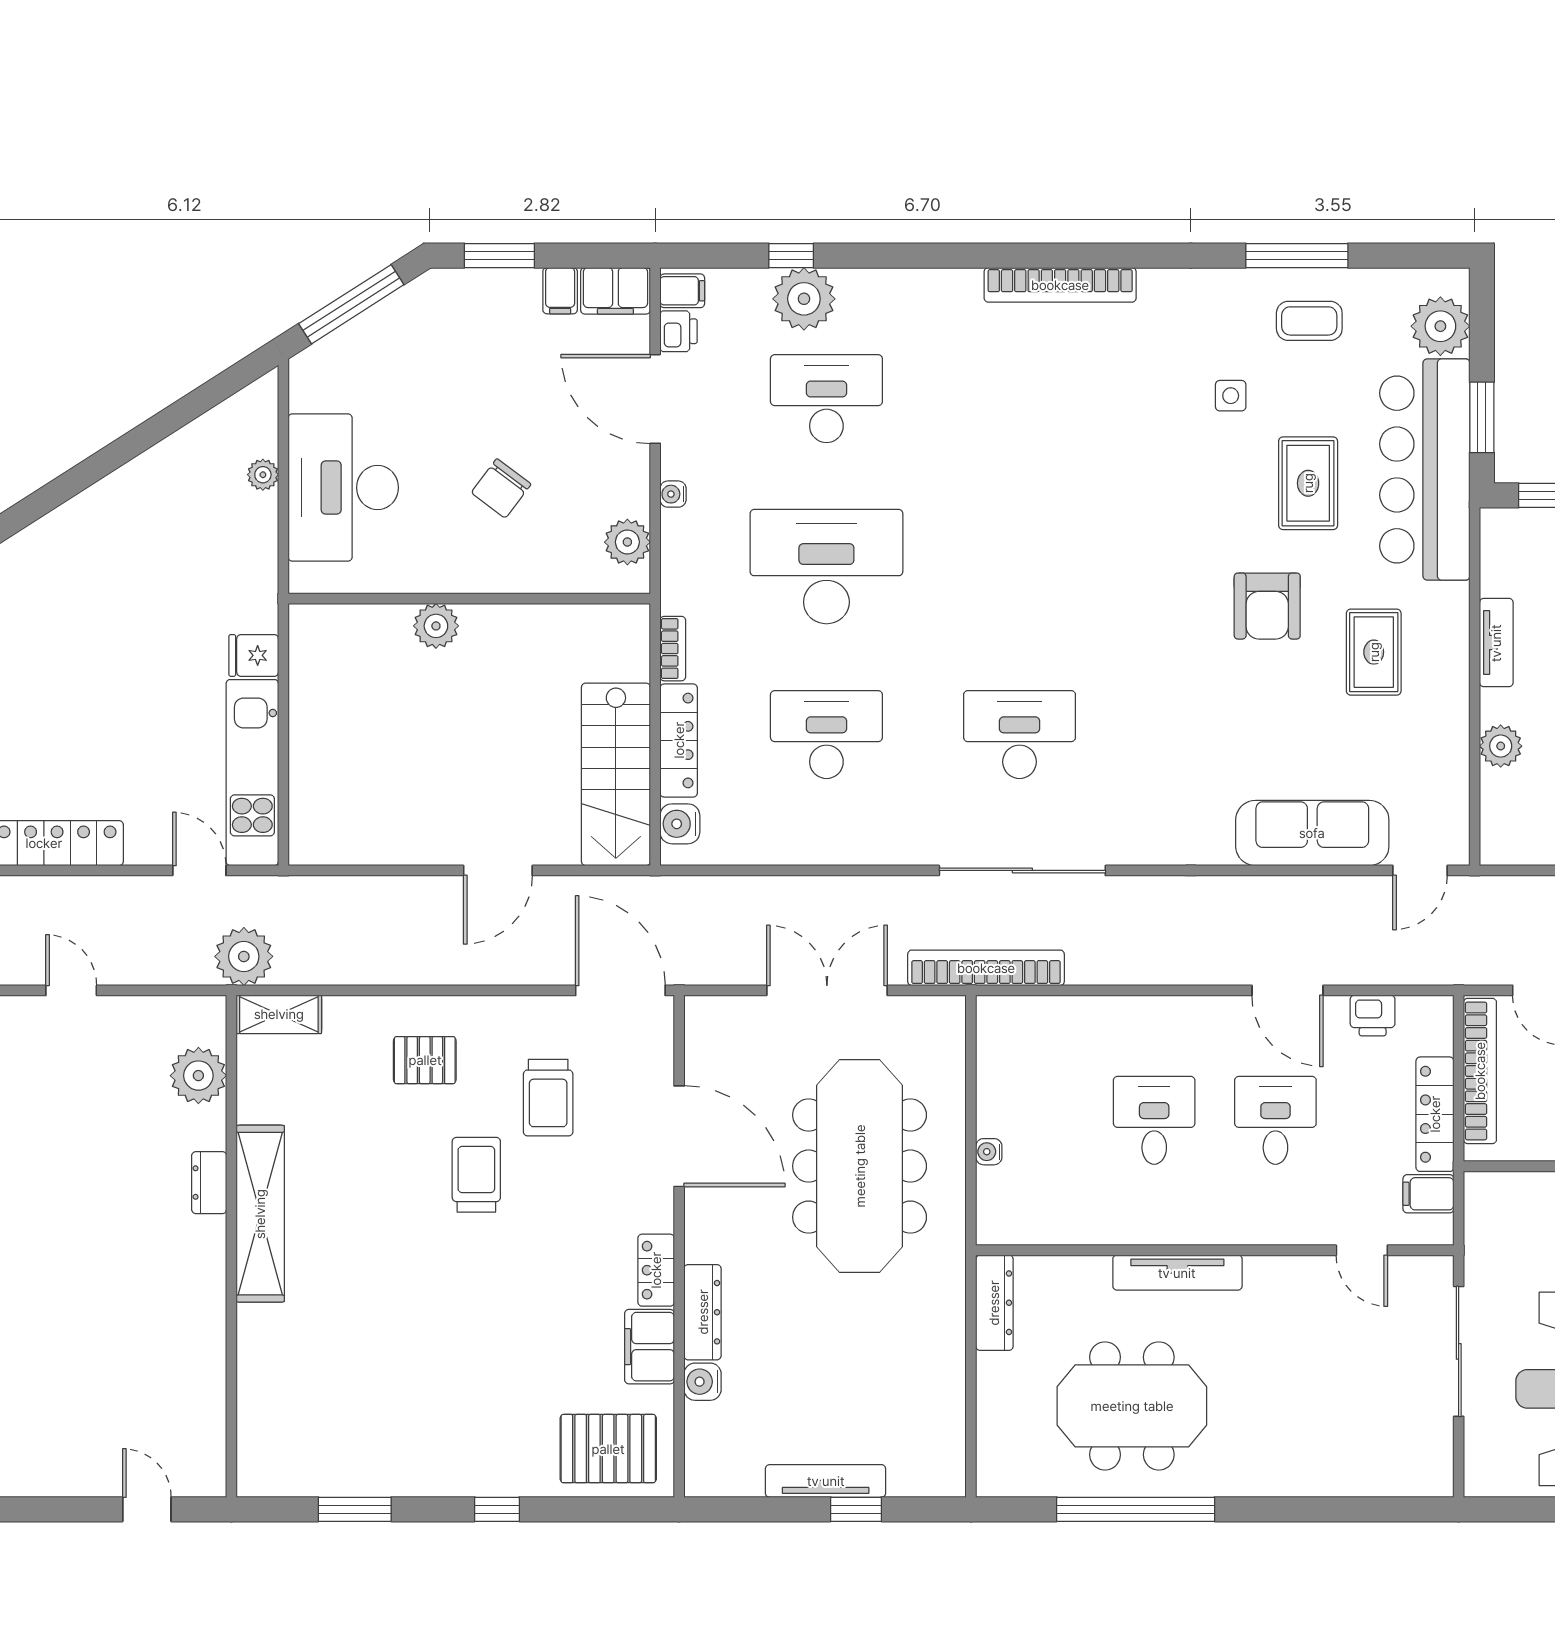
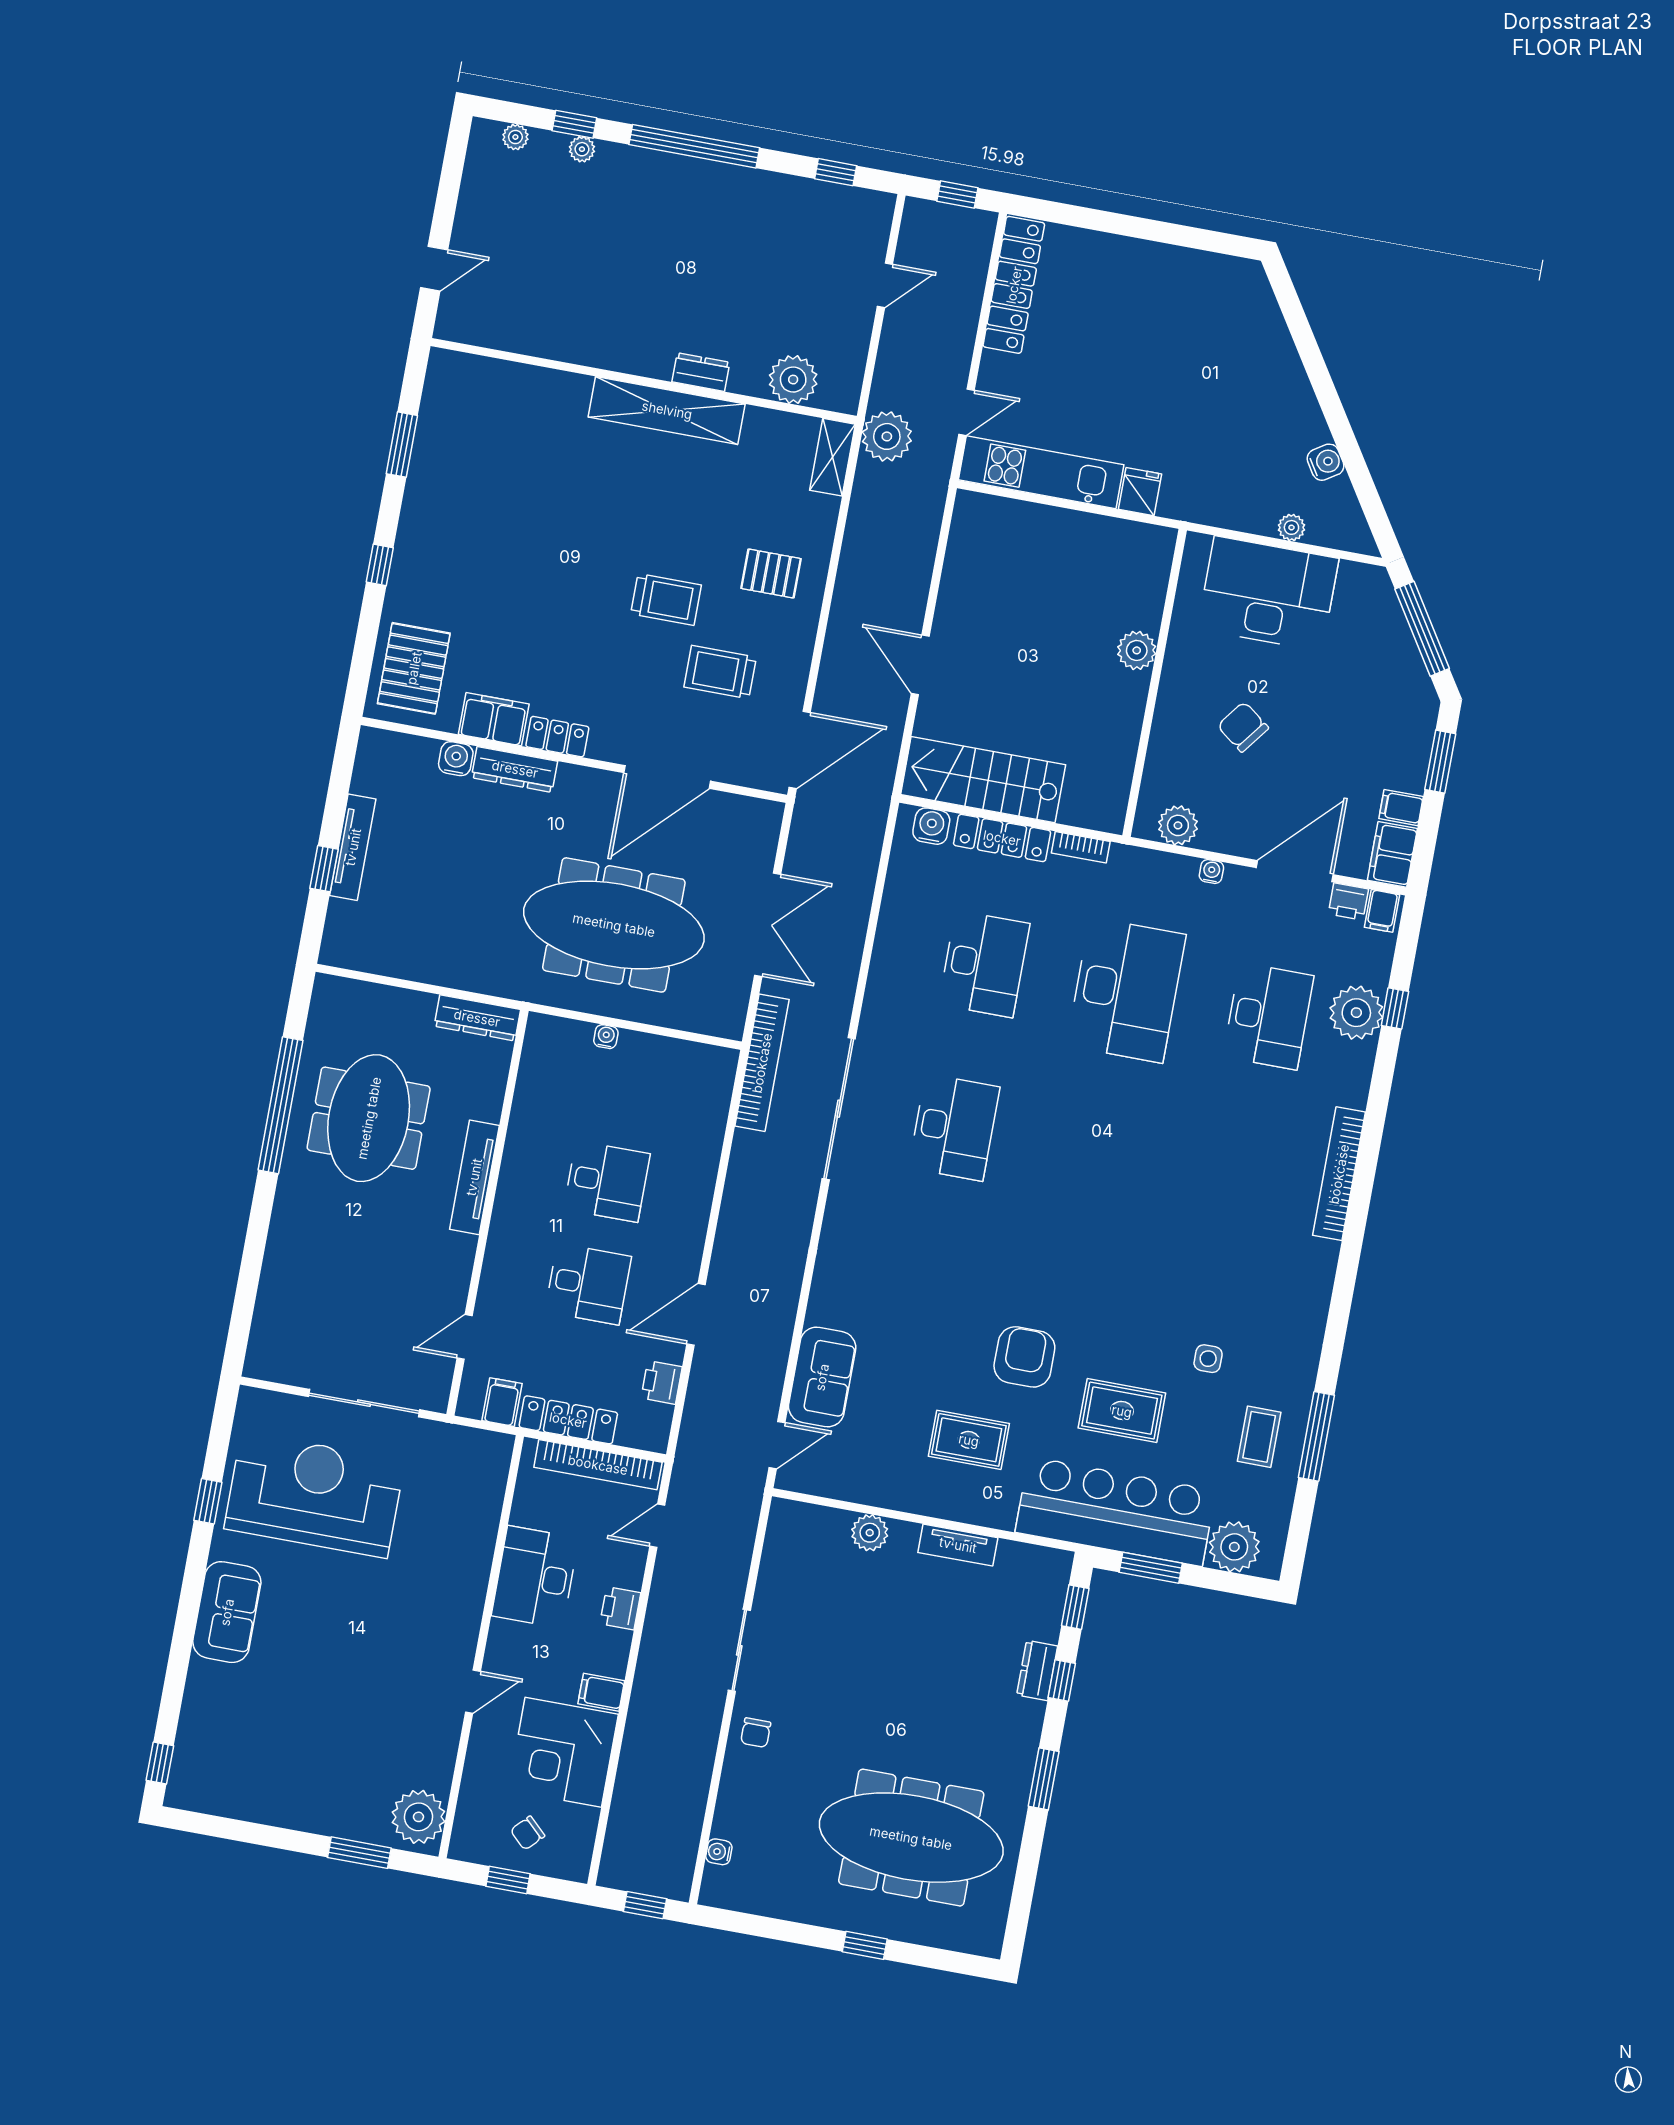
bookcase: (1060, 285) -> (1339, 1174), moved
water cooler: (181, 449) -> (1326, 462), added
armchair: (1267, 606) -> (1024, 1357), turned 90
sofa: (1312, 833) -> (822, 1377), width x0.73
door: (1420, 870) -> (777, 1445), swing flipped
pallet: (425, 1060) -> (771, 574), turned 90

